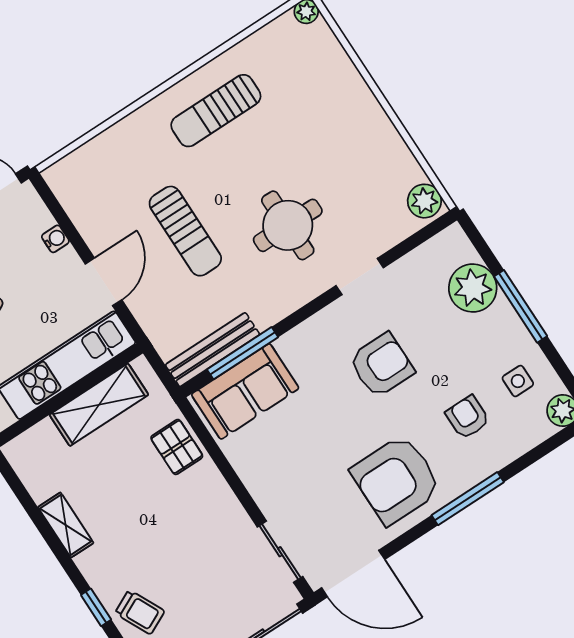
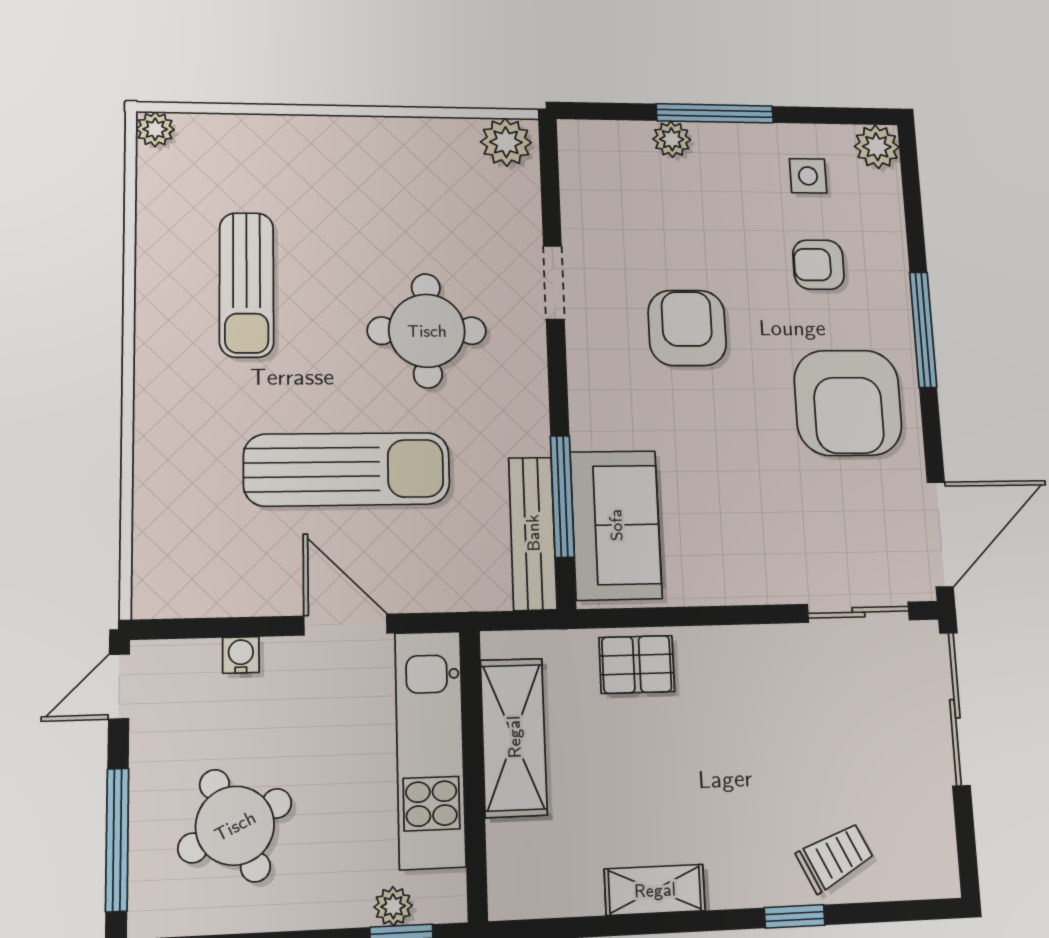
sun lounger: (216, 111) -> (247, 285), moved
sun lounger: (185, 231) -> (347, 469), width x1.36, depth x1.34
plant: (473, 288) -> (672, 139), width x0.53, depth x0.53

